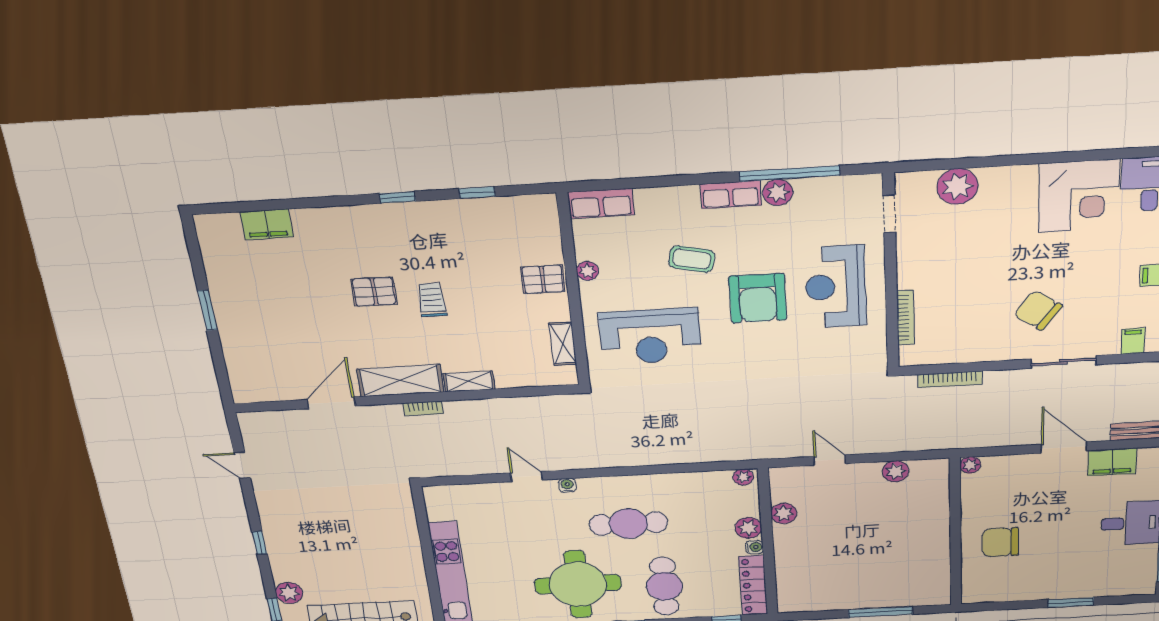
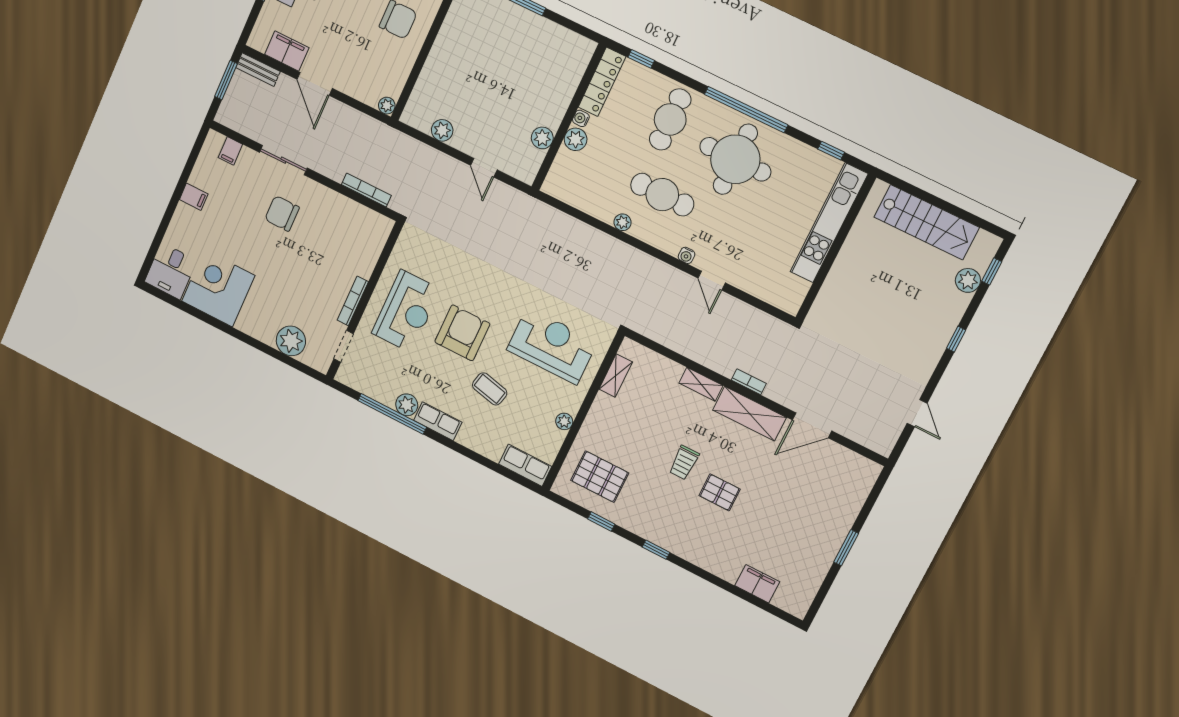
pallet: (543, 279) -> (600, 477), moved, width x1.50, depth x1.42
chair: (1038, 310) -> (282, 213), turned 144
bookcase: (906, 318) -> (353, 301), moved
plant: (743, 477) -> (622, 222), moved

